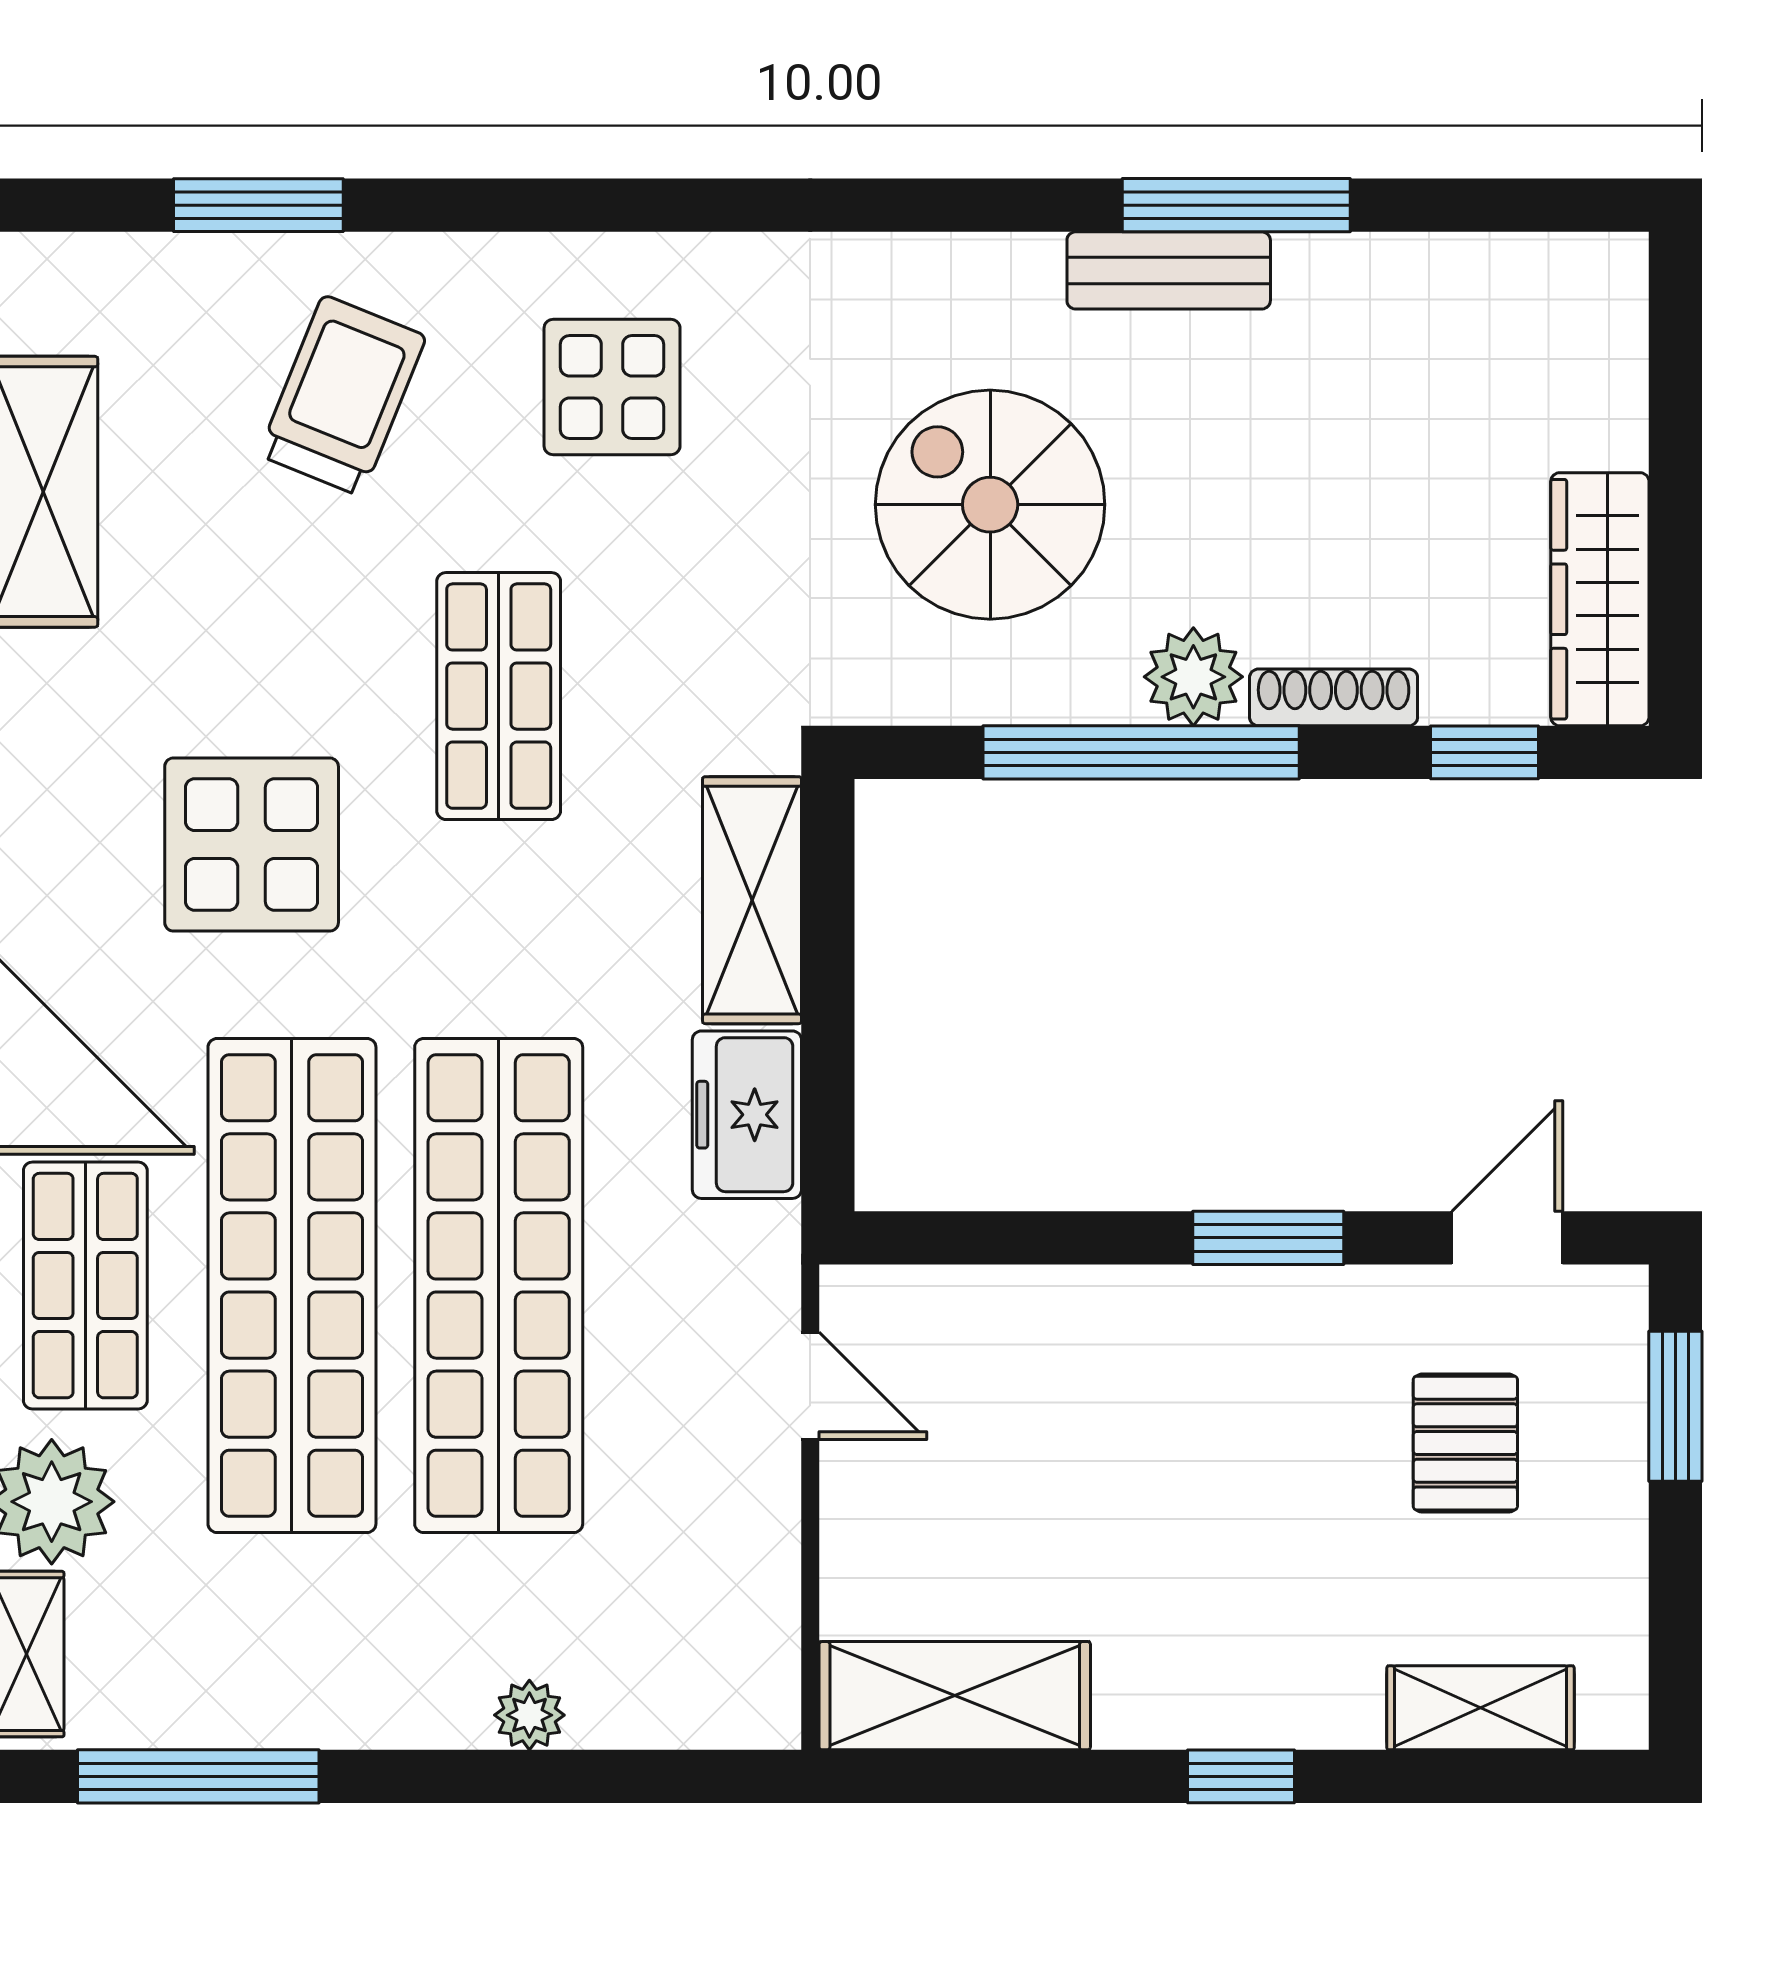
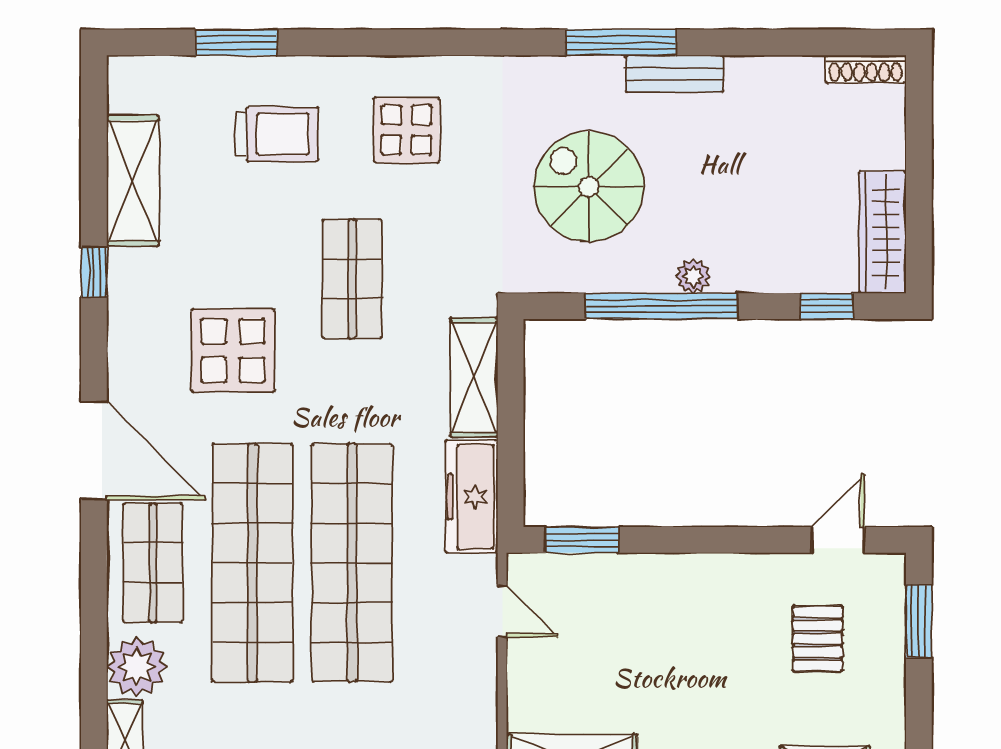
window: (1236, 205) -> (621, 42), moved
trolley: (342, 396) -> (277, 134), turned 68
plant: (1193, 677) -> (693, 276), width x0.73, depth x0.73
shoe rack: (1334, 697) -> (866, 69), moved, turned 180
freezer: (747, 1115) -> (472, 497), width x1.40
window: (1268, 1238) -> (582, 540), moved

